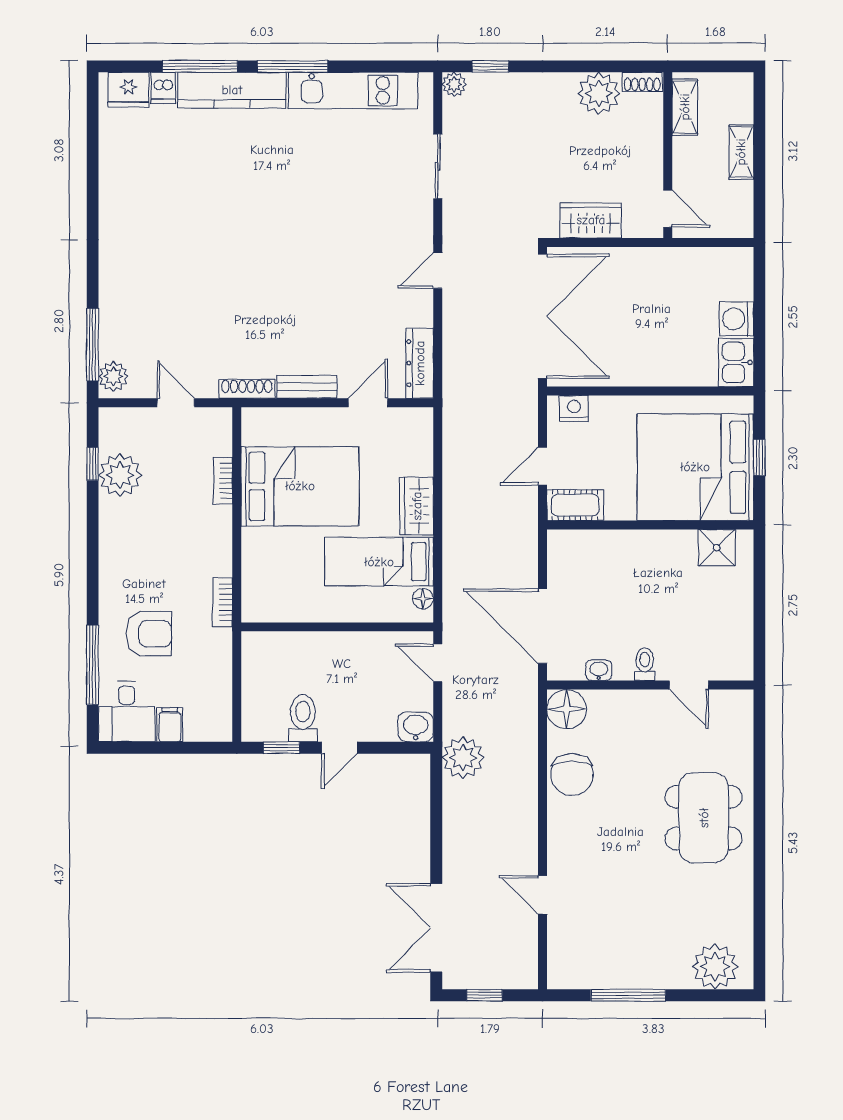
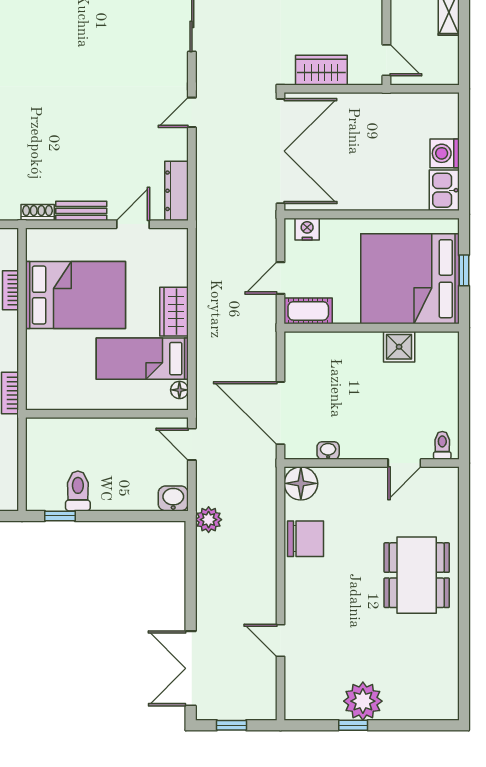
shoe rack: (247, 389) -> (38, 212), width x0.70
shower: (717, 548) -> (399, 347), moved
toilet: (645, 664) -> (442, 445), moved
door: (689, 685) -> (404, 463), hinge flipped
door: (339, 748) -> (109, 516), removed
plant: (463, 758) -> (209, 520), width x0.73, depth x0.73
chair: (572, 775) -> (306, 539), turned -90
plant: (715, 967) -> (363, 701), moved
window: (628, 995) -> (353, 725), width x0.46

